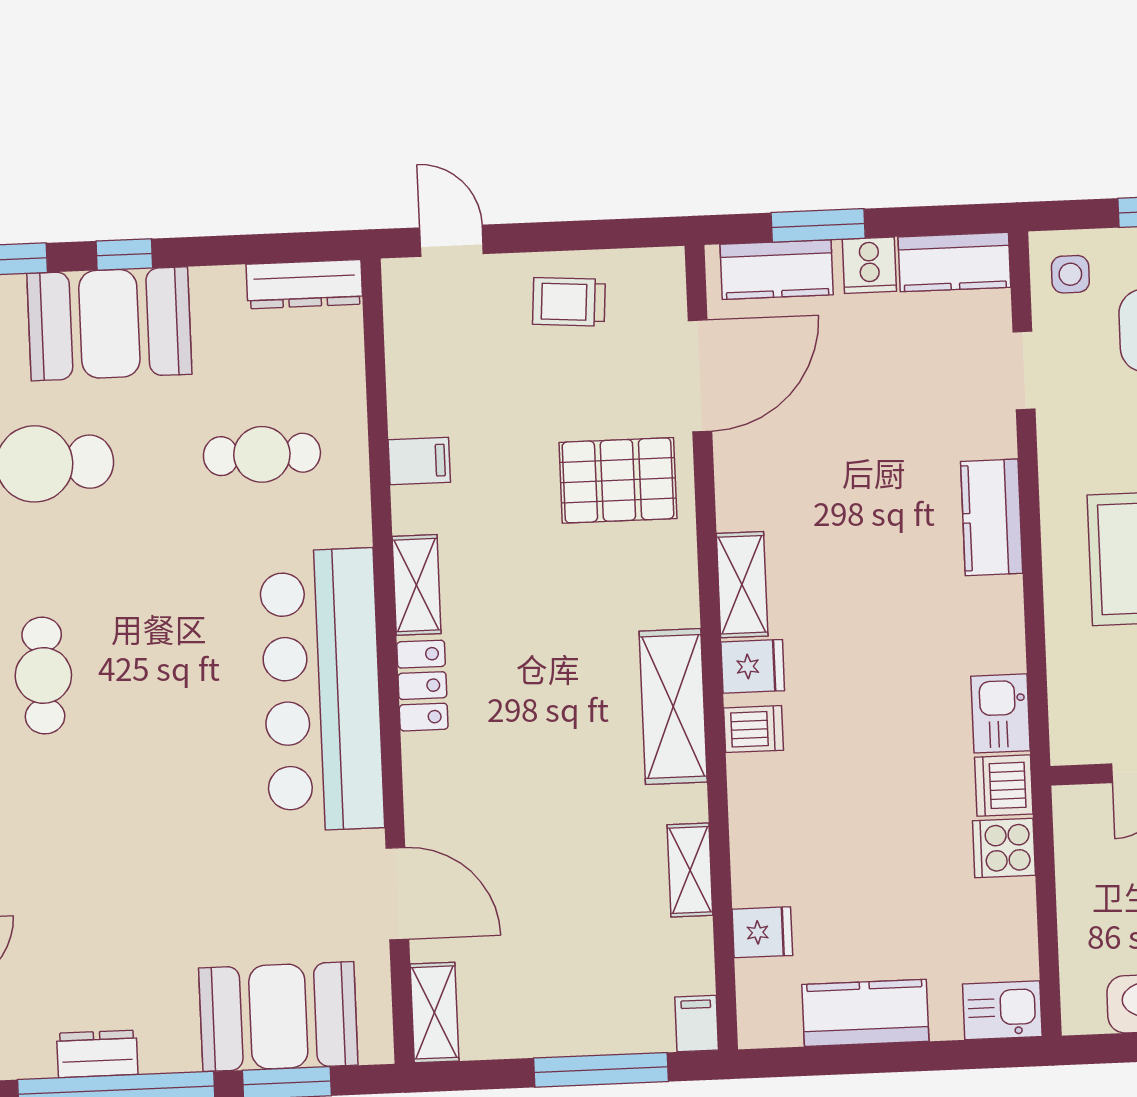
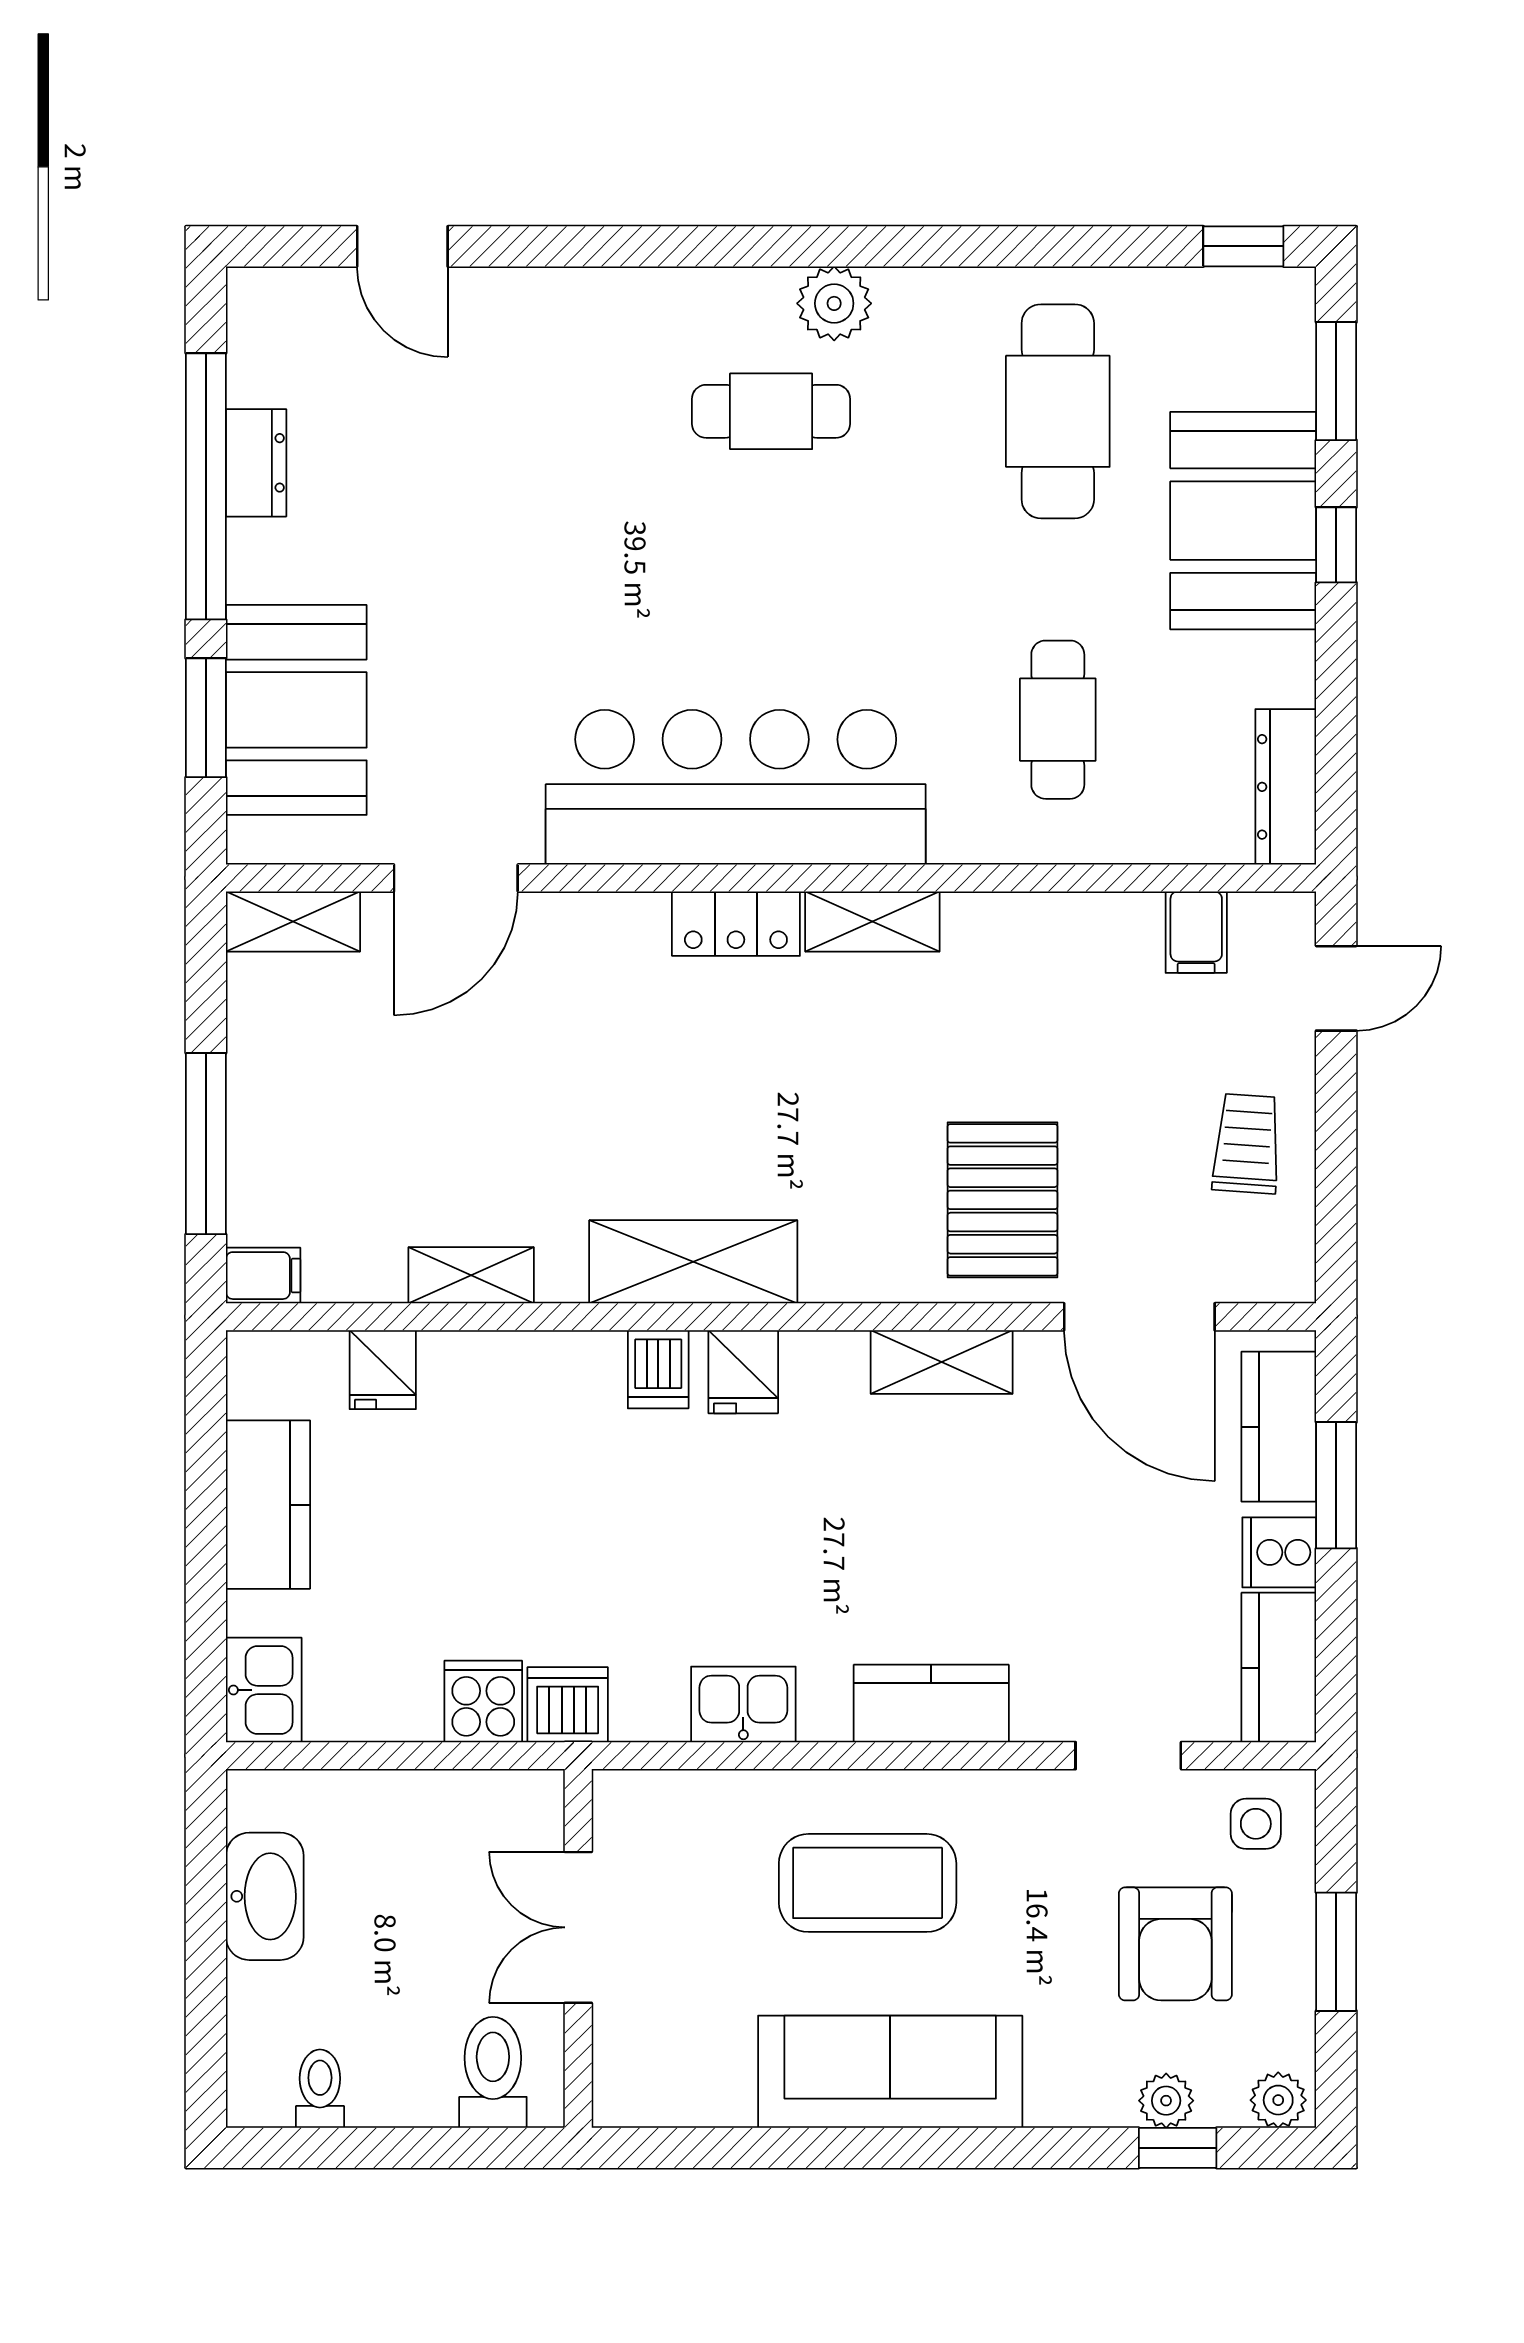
filing cabinet: (419, 461) -> (1196, 932), moved
shelving: (742, 585) -> (942, 1362), moved
kitchen sink: (1001, 713) -> (743, 1704), moved

